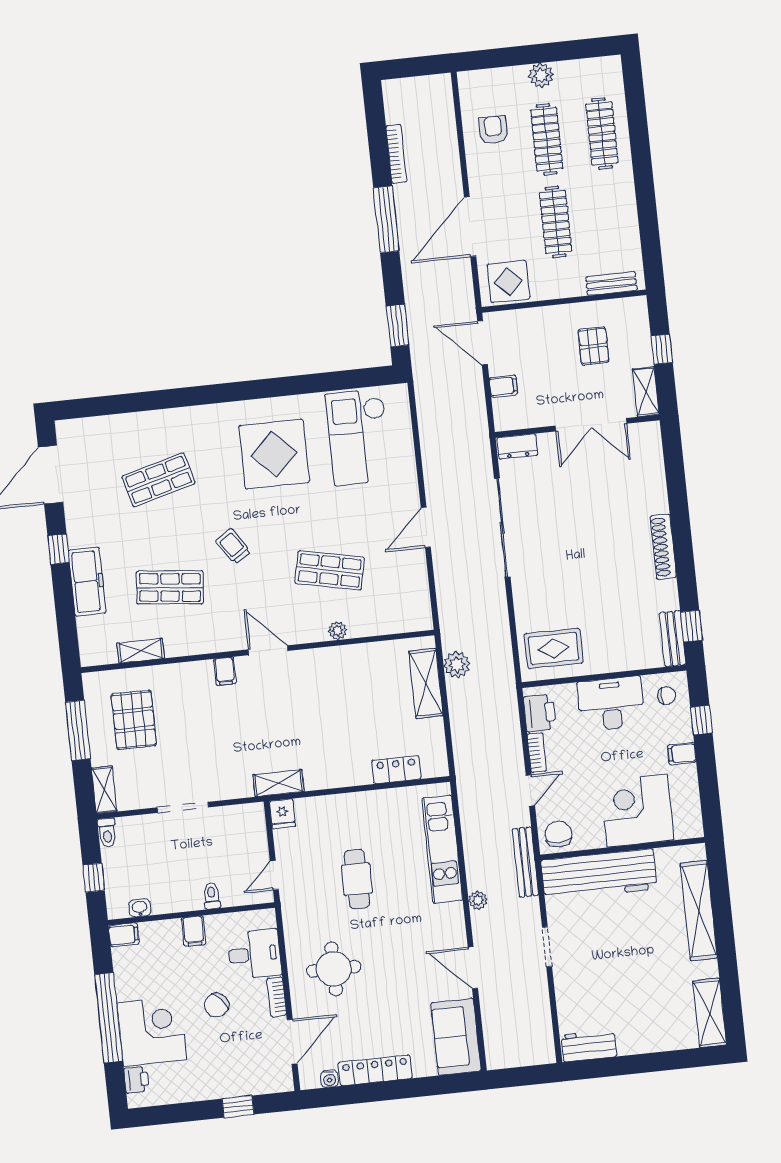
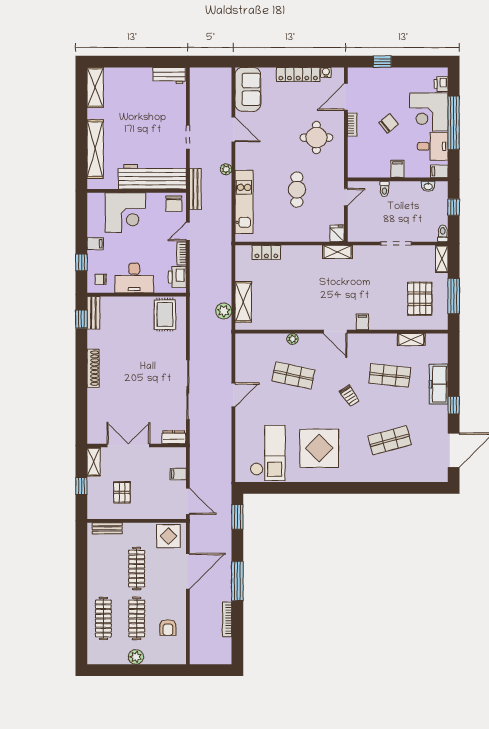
rug: (554, 648) -> (165, 315), turned 90
desk: (254, 954) -> (433, 146), moved, turned 180

